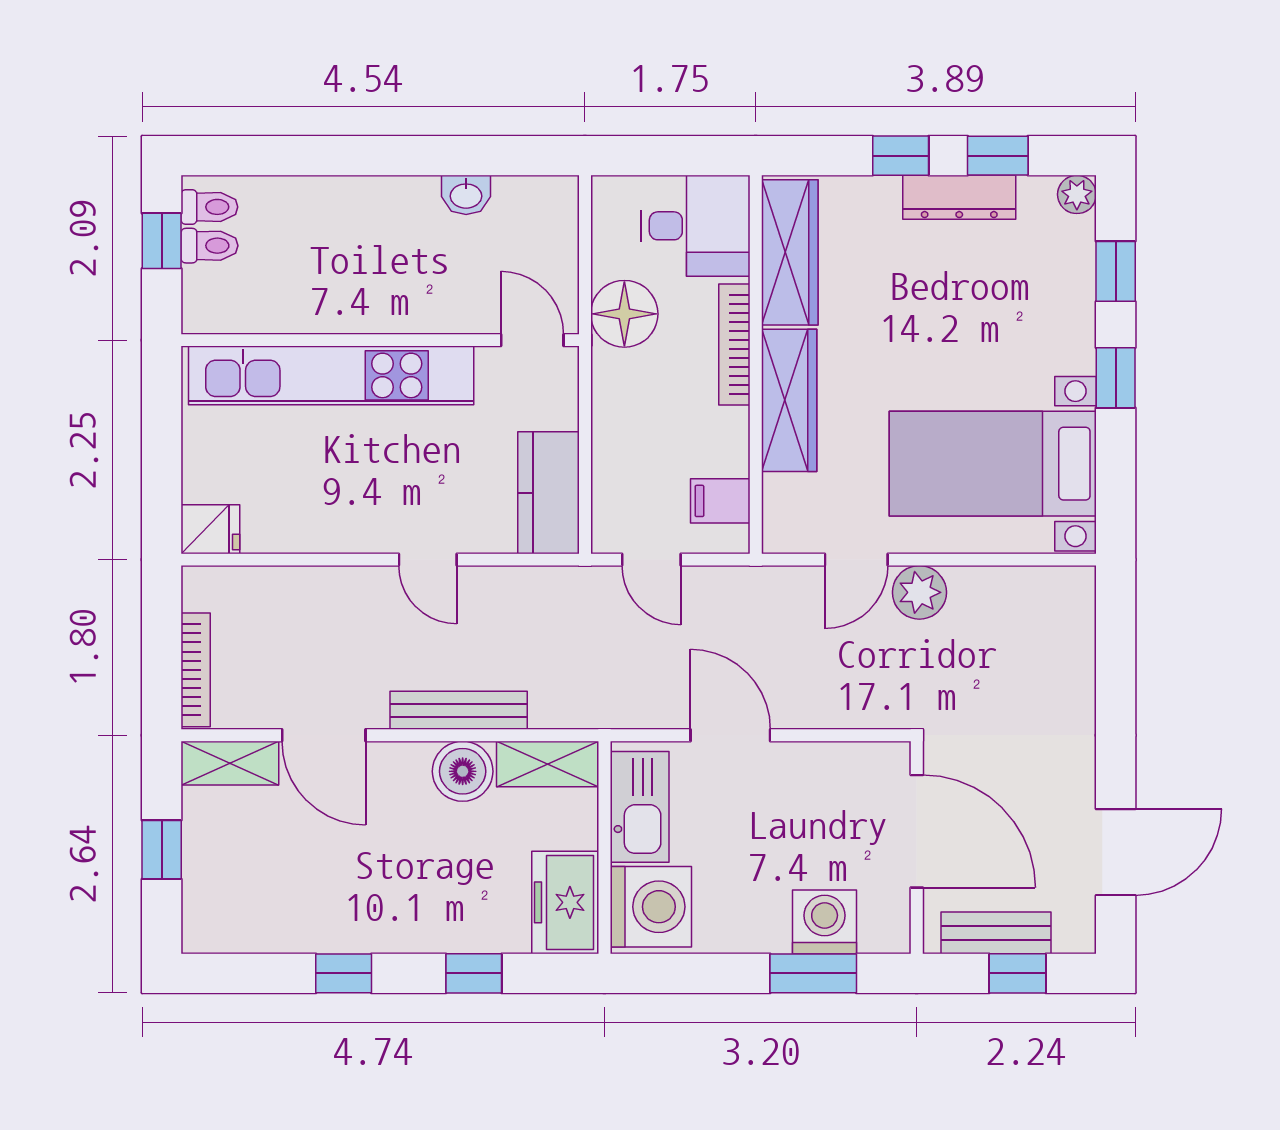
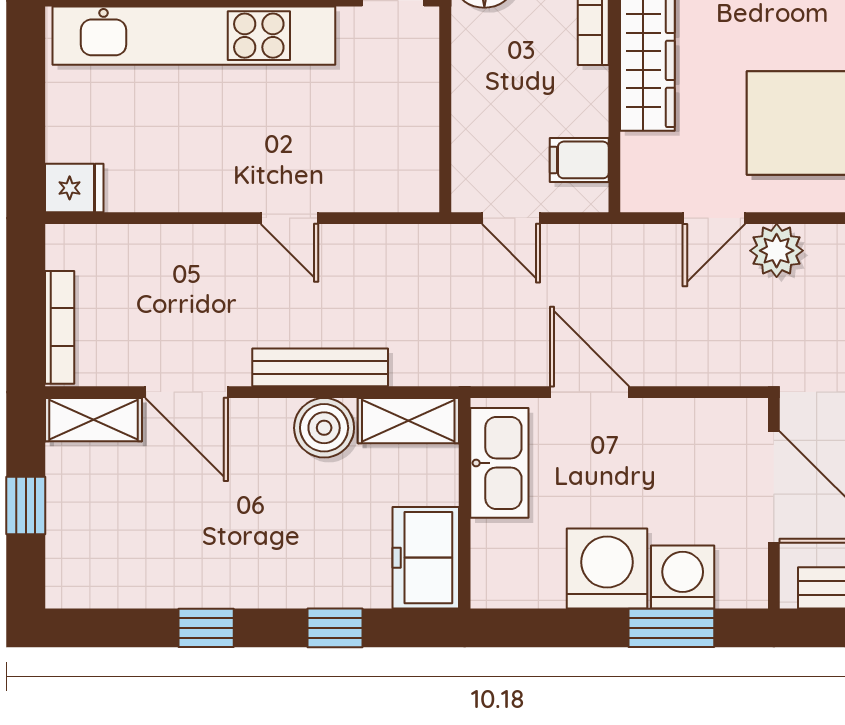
kitchen counter: (549, 493) -> (409, 152), removed
washing machine: (651, 907) -> (607, 568), moved, turned -90

